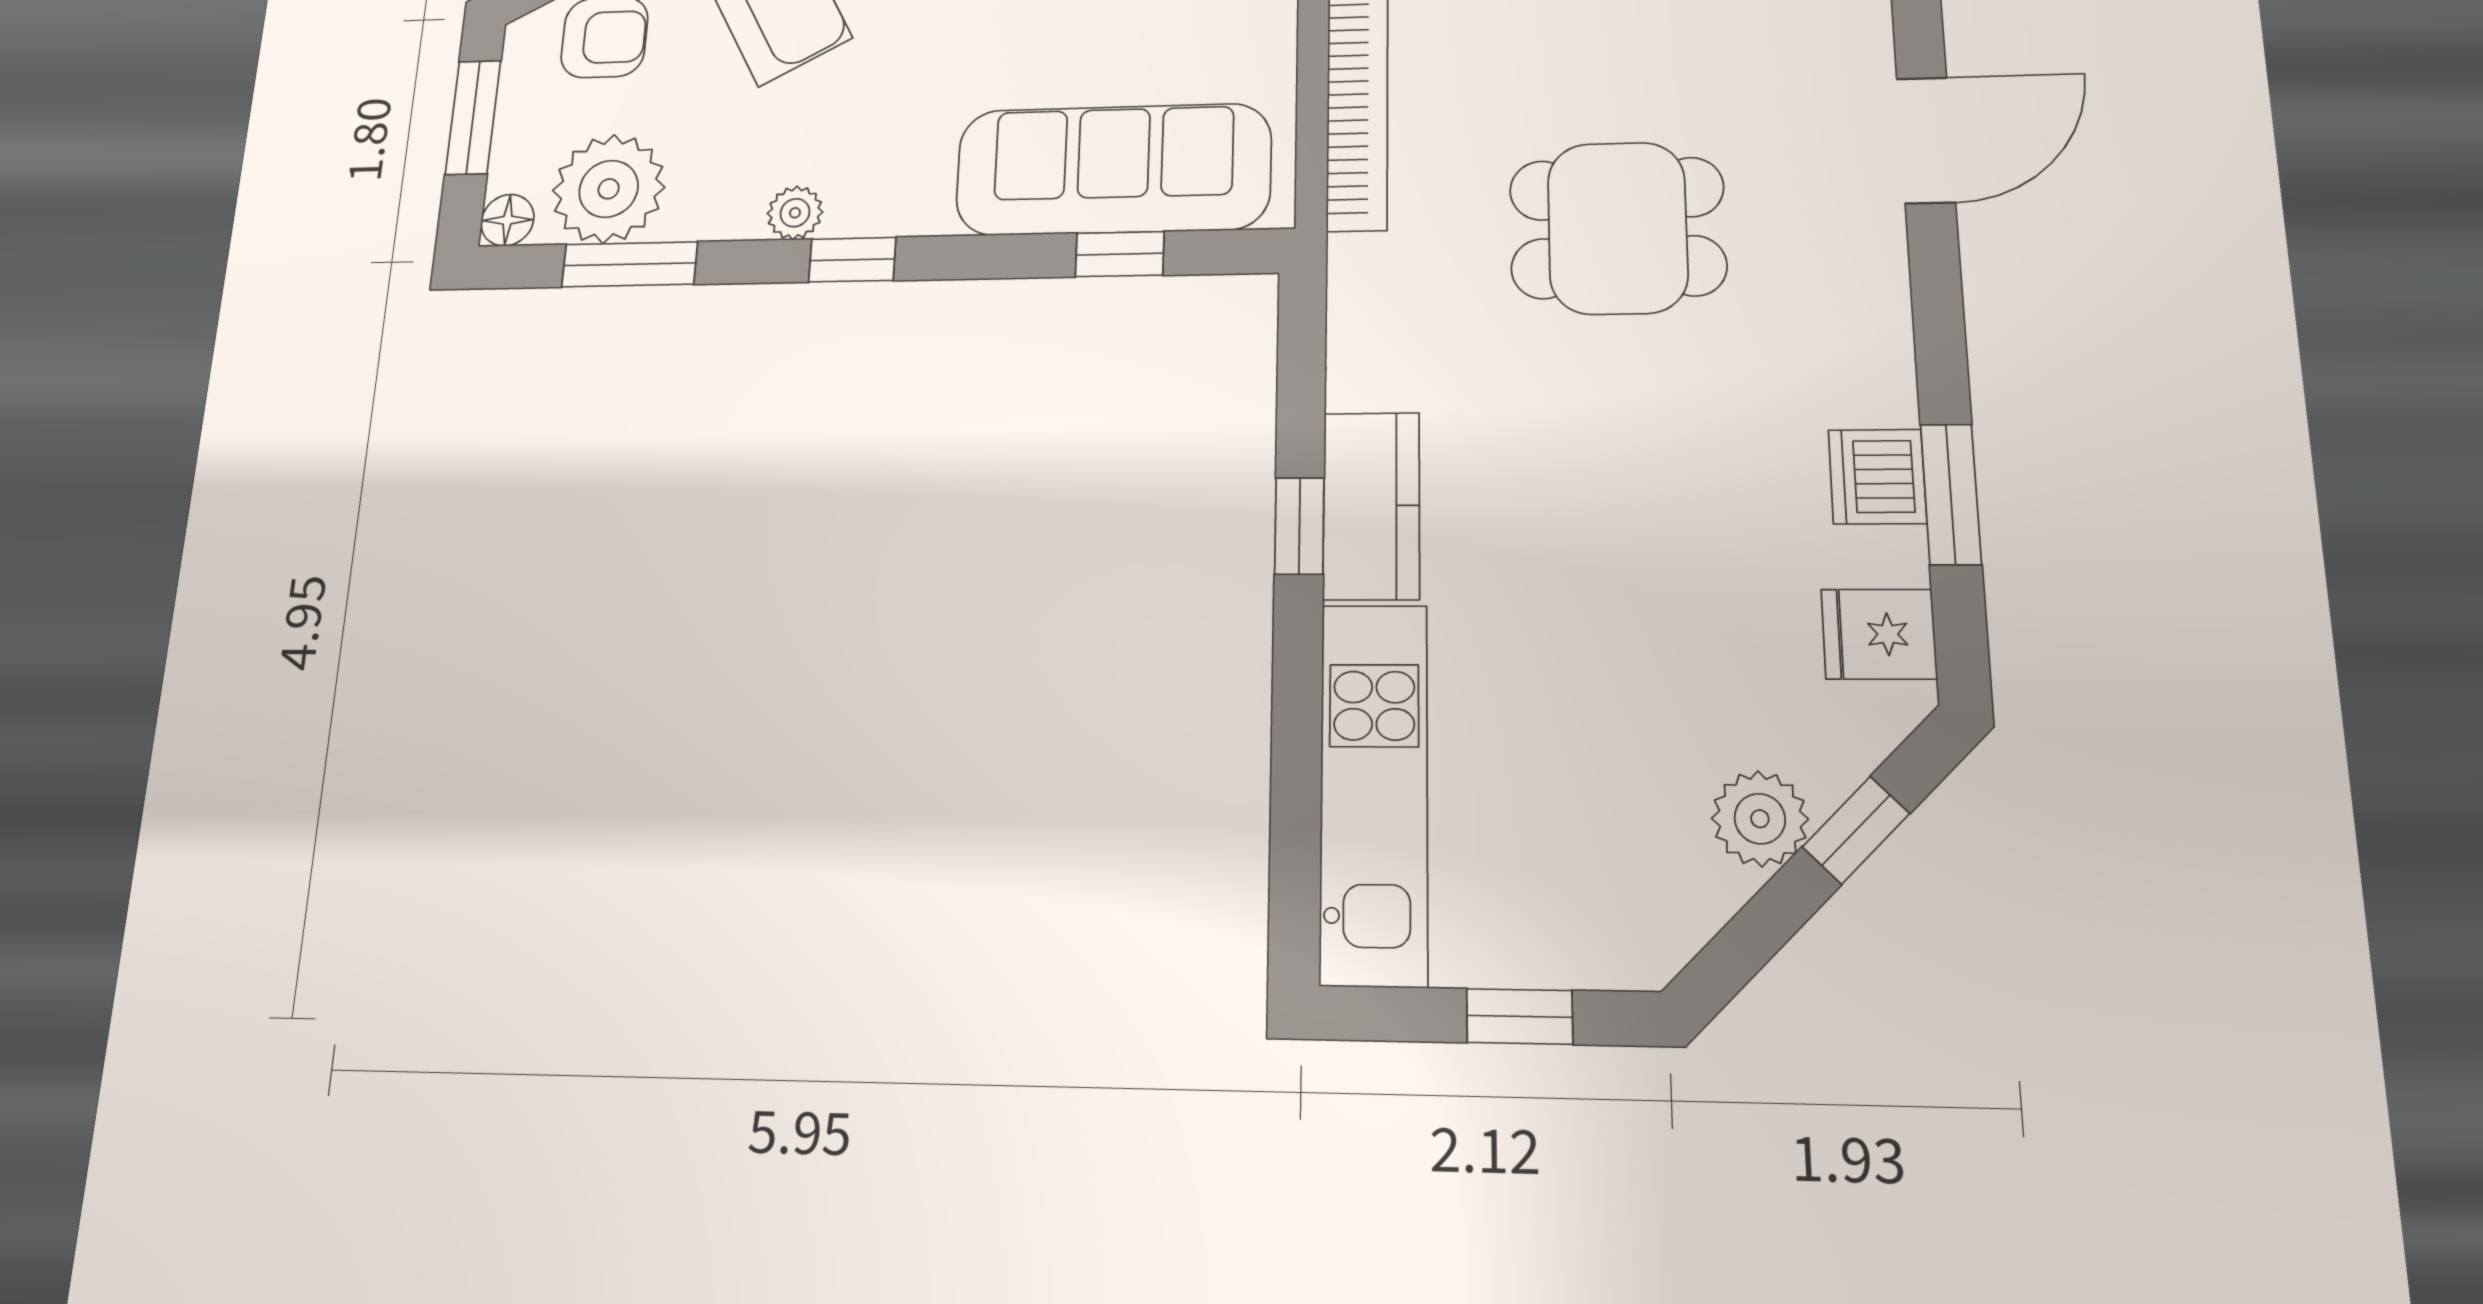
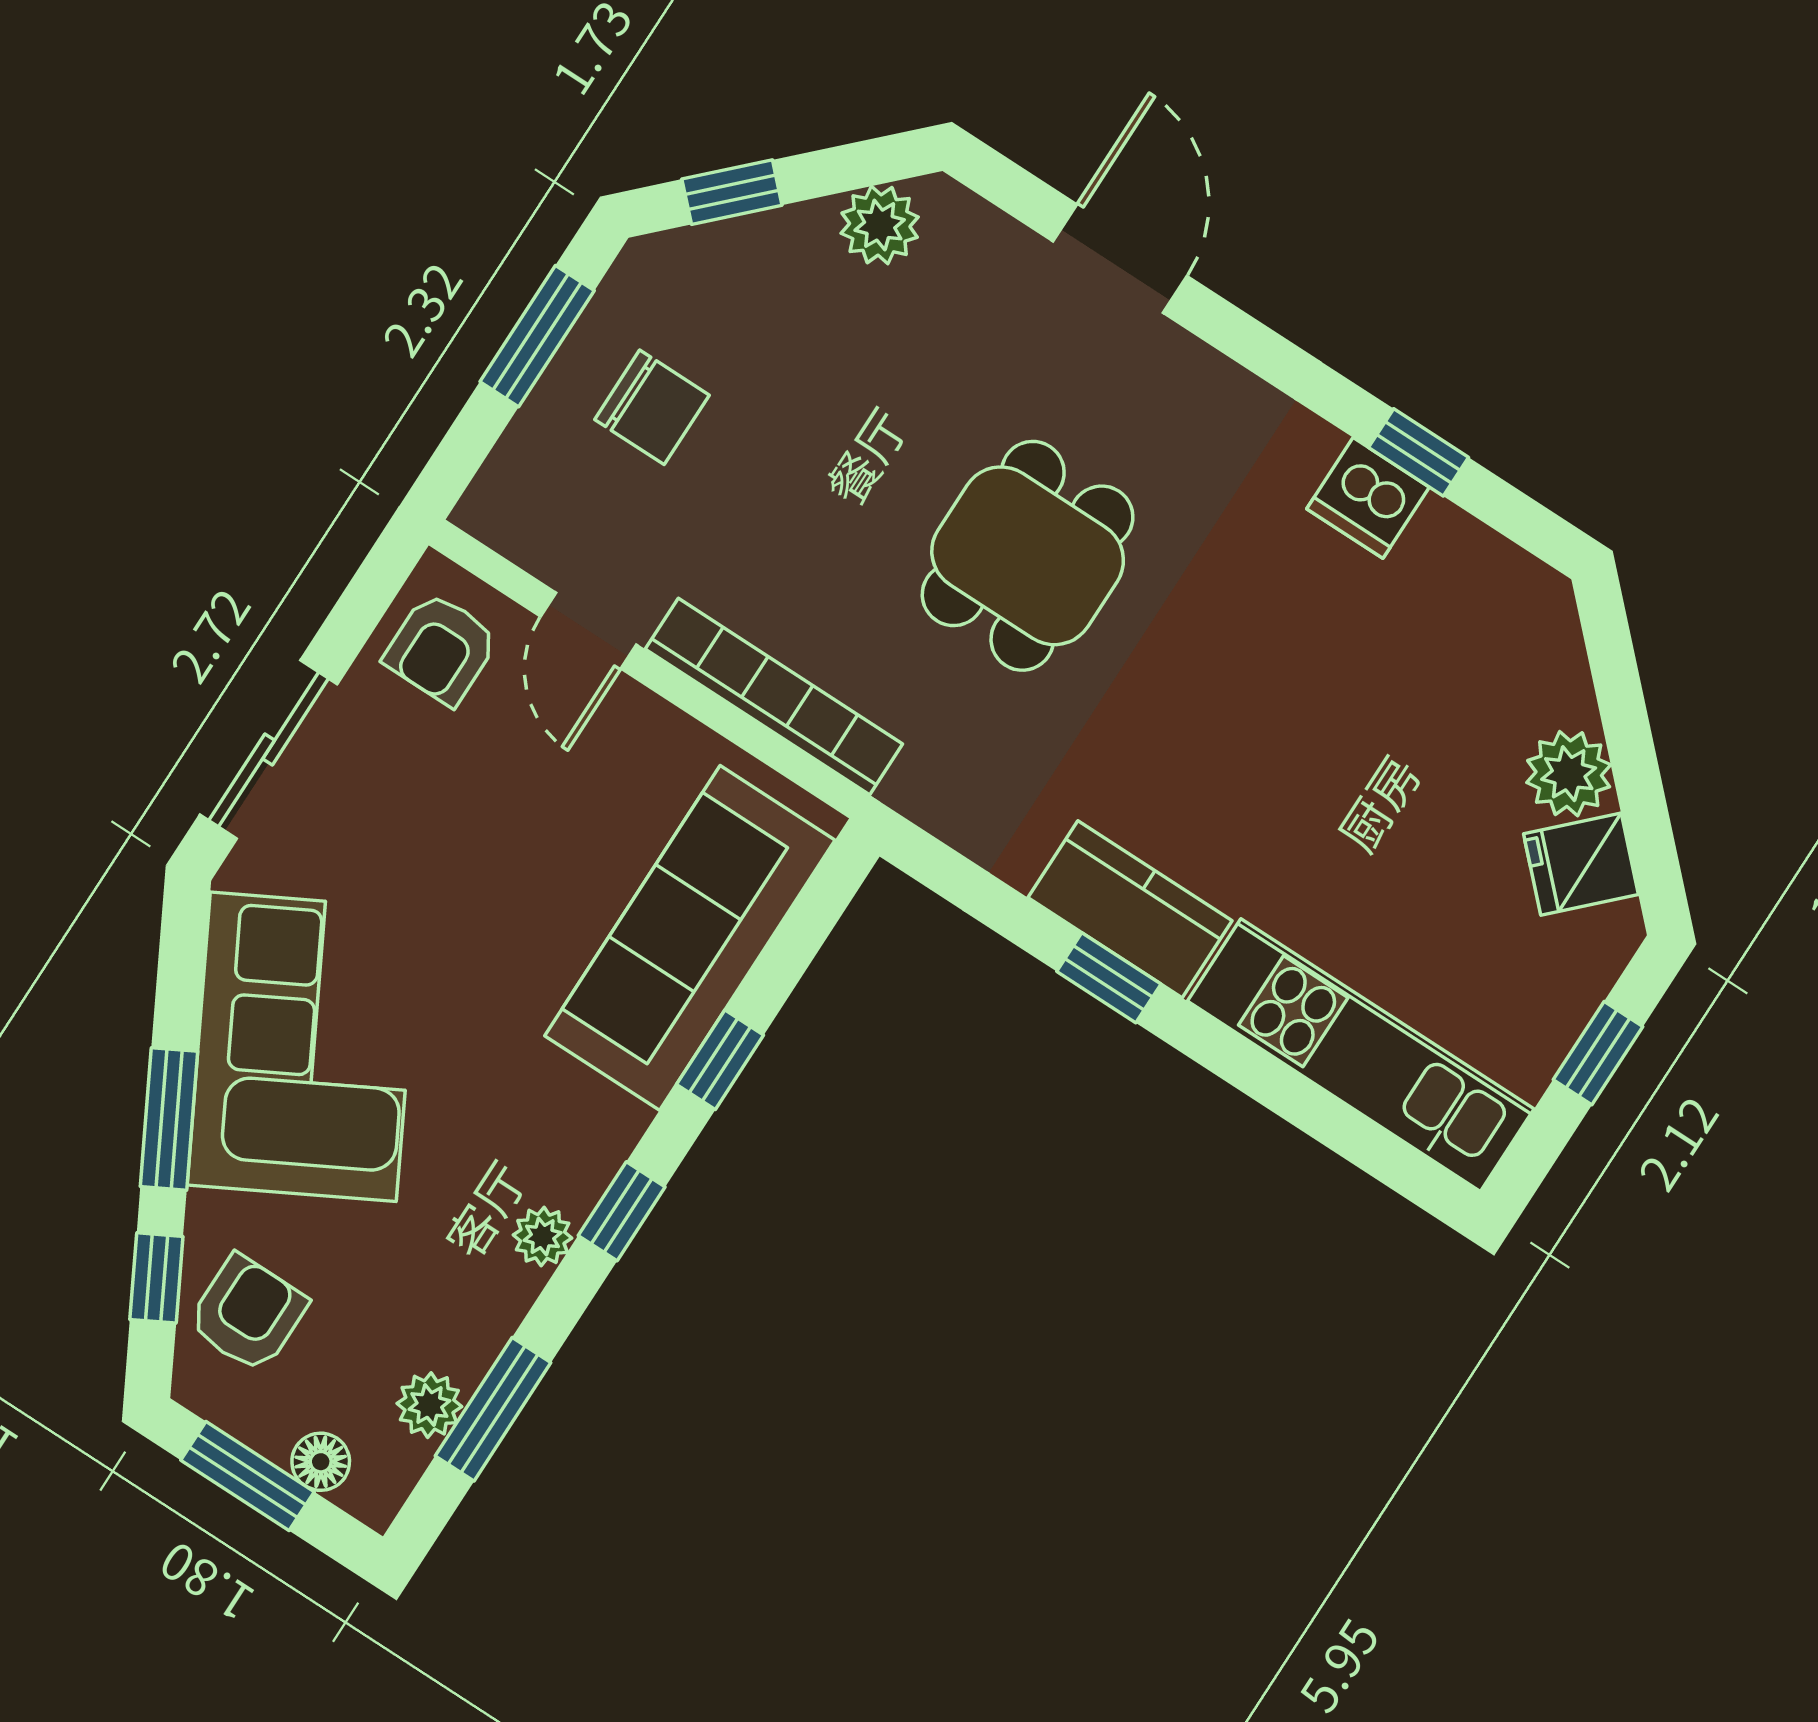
plant: (609, 189) -> (429, 1405), width x0.53, depth x0.53
floor lamp: (507, 220) -> (321, 1462), moved
window: (1120, 254) -> (720, 1060), moved
window: (1951, 494) -> (1419, 452), width x0.67
fridge: (1879, 634) -> (1581, 864), moved, turned 45
window: (1856, 830) -> (1622, 708), removed

